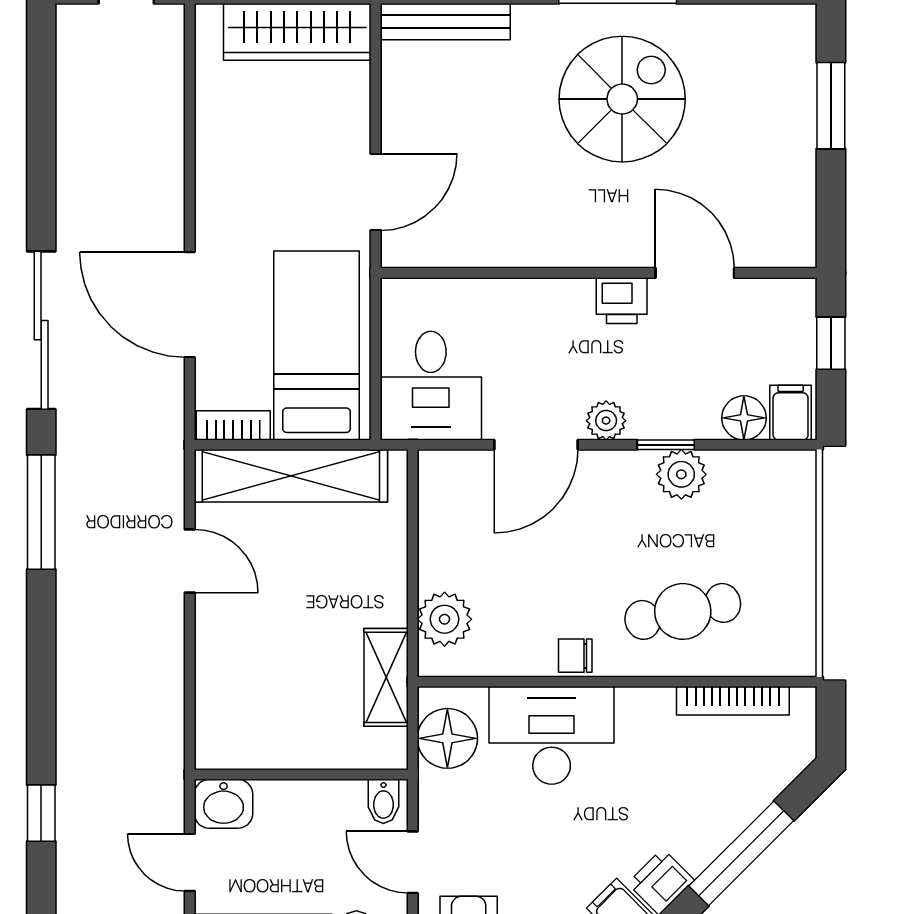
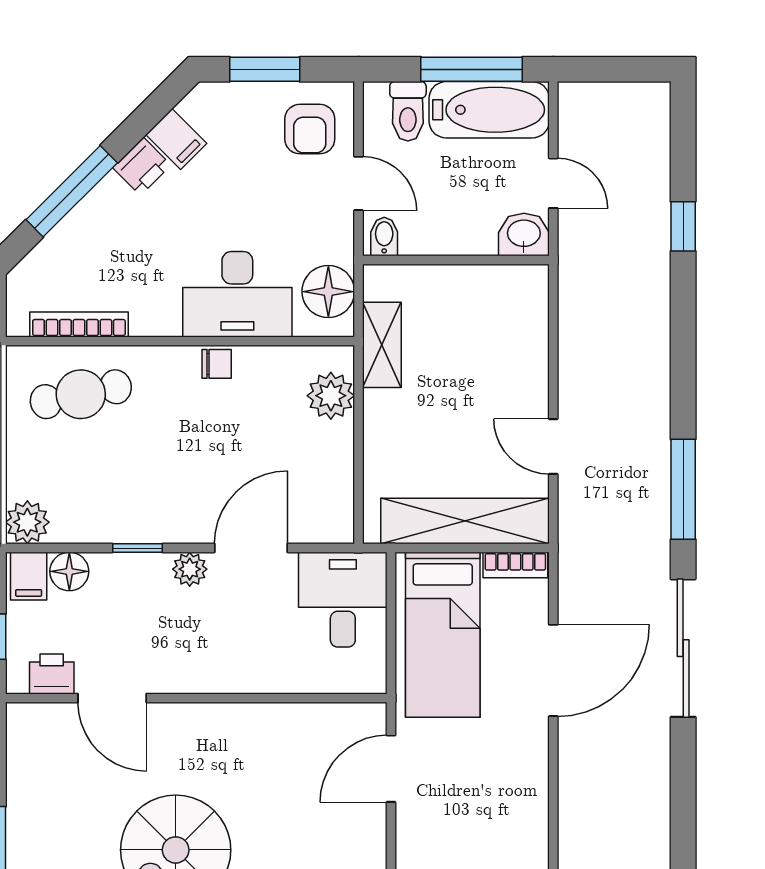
printer: (622, 301) -> (52, 674), moved
door: (190, 305) -> (553, 670), hinge flipped
plant: (681, 474) -> (27, 522), moved
cafe table: (683, 611) -> (81, 394), moved

